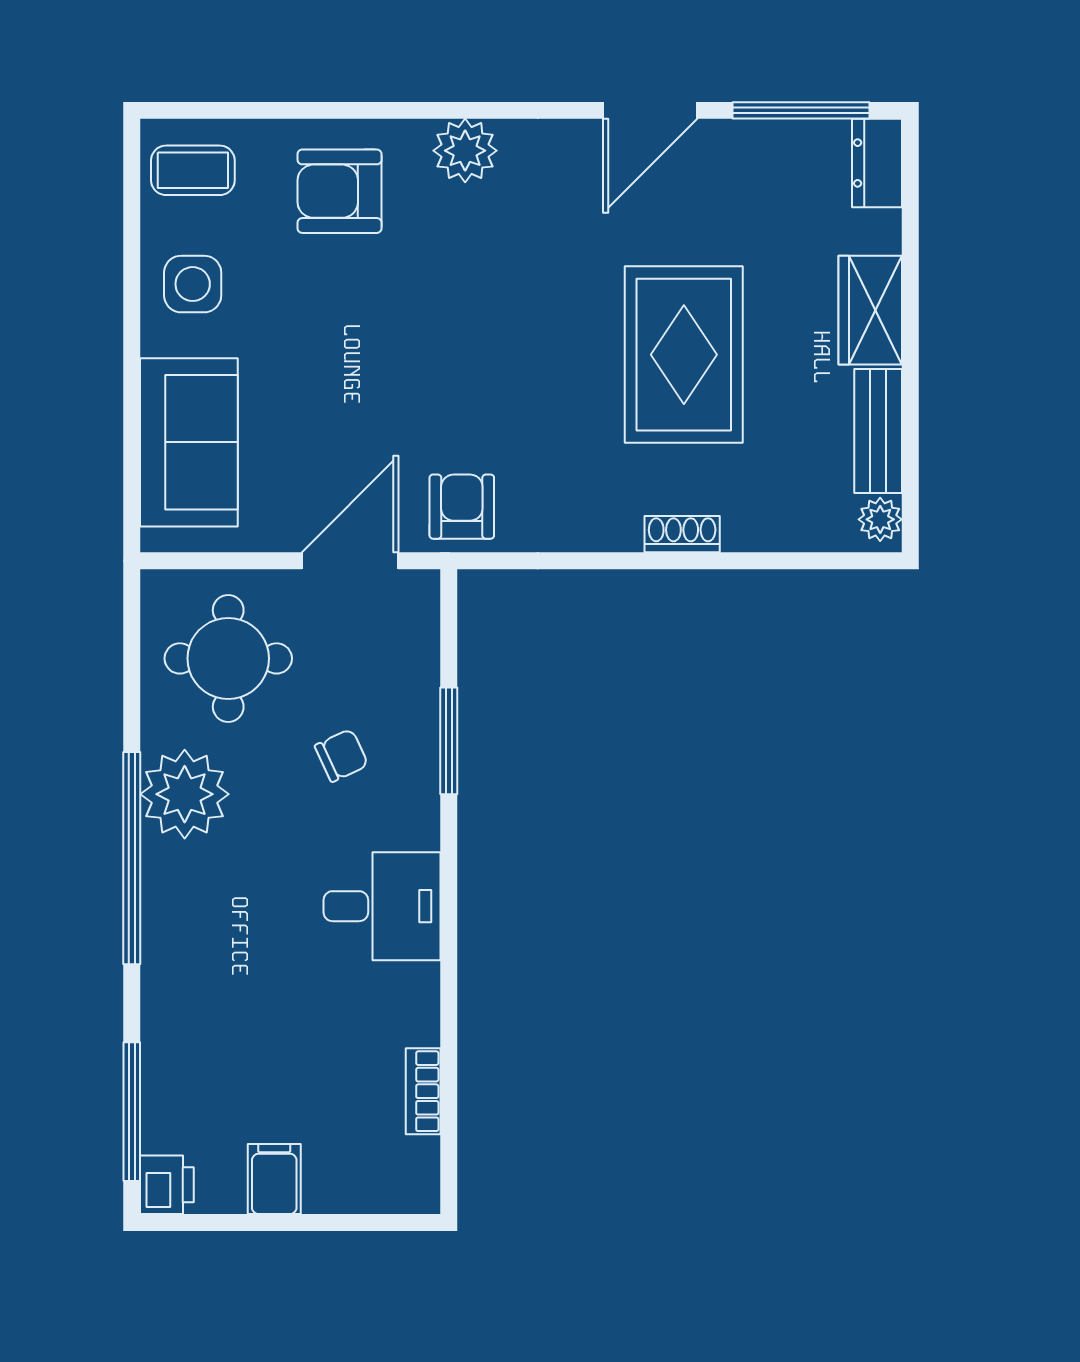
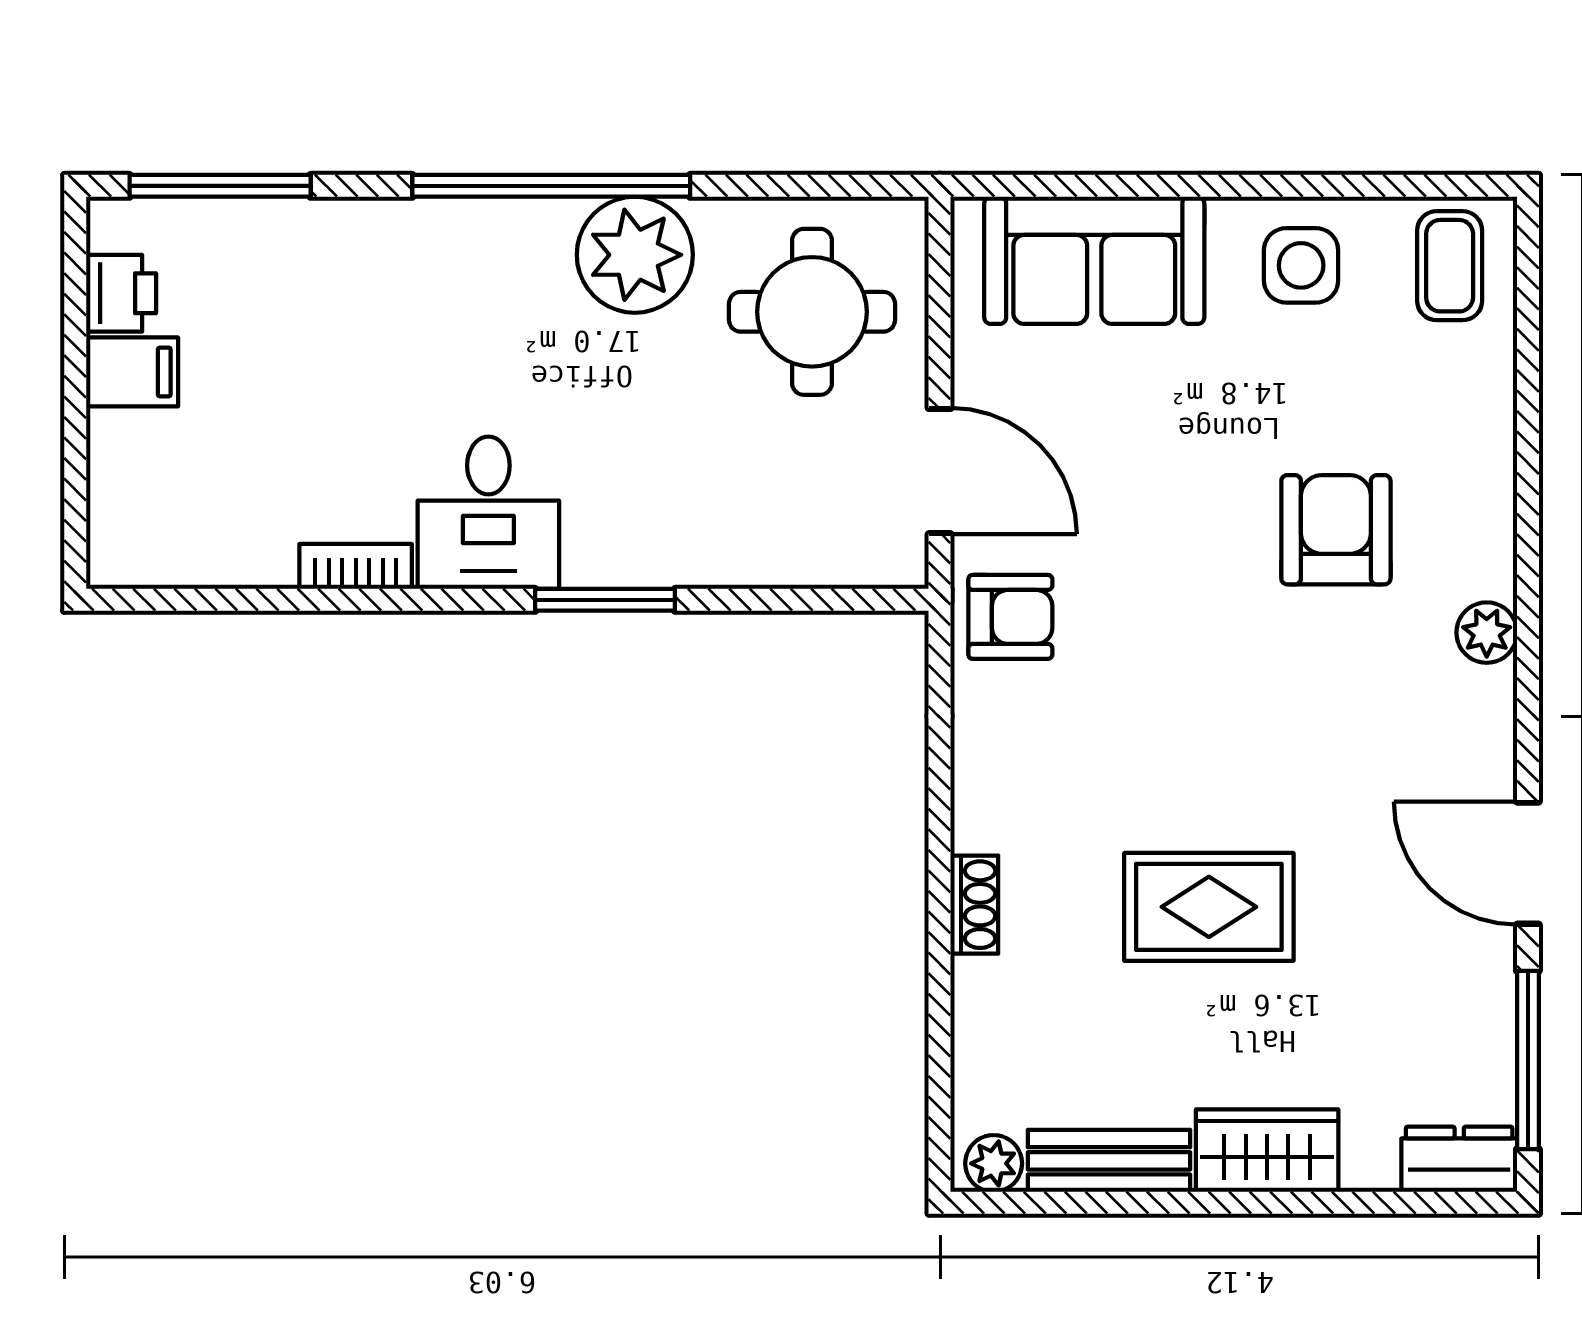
plant: (465, 151) -> (1487, 633), width x0.73, depth x0.73
armchair: (340, 191) -> (1336, 530), moved
rug: (684, 355) -> (1209, 907), width x0.73, depth x0.70
window: (449, 741) -> (605, 600), moved
chair: (341, 755) -> (685, 460), removed
bookcase: (423, 1091) -> (356, 566), moved
printer: (167, 1185) -> (121, 293), moved, turned -90

